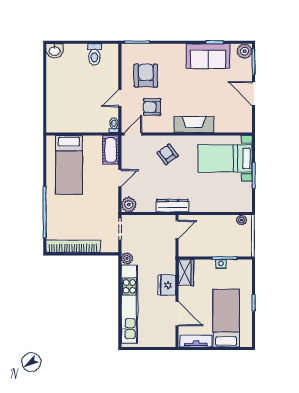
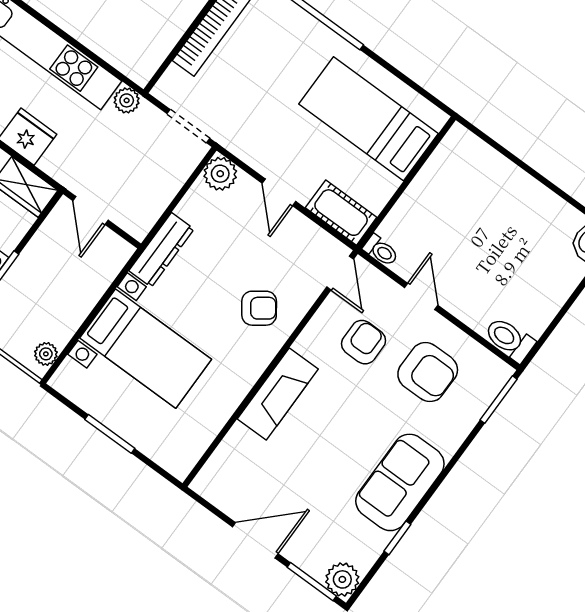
toilet: (94, 54) -> (509, 339), moved
sofa: (208, 56) -> (400, 482), moved
bed with nightstands: (225, 158) -> (146, 349), moved, turned 90
door: (177, 230) -> (91, 210), moved

